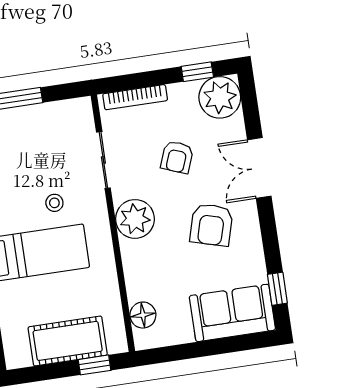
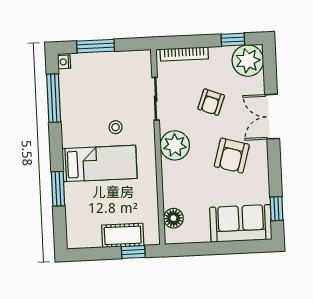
cot: (68, 341) -> (123, 235), width x0.73, depth x0.75

